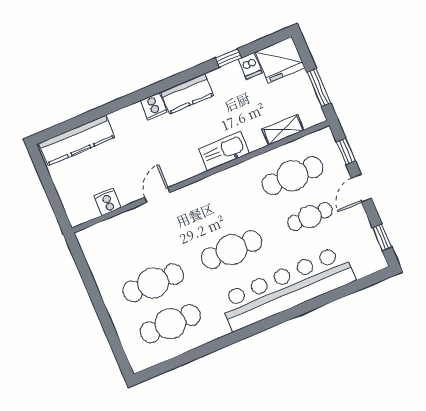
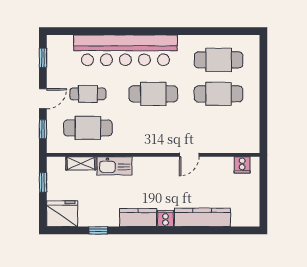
dishwasher: (250, 66) -> (85, 218), removed
window: (319, 87) -> (43, 183), width x0.67
kitchen counter: (77, 140) -> (202, 217), moved
kitchen sink: (224, 151) -> (114, 166), moved
cooker: (108, 202) -> (242, 165), moved

